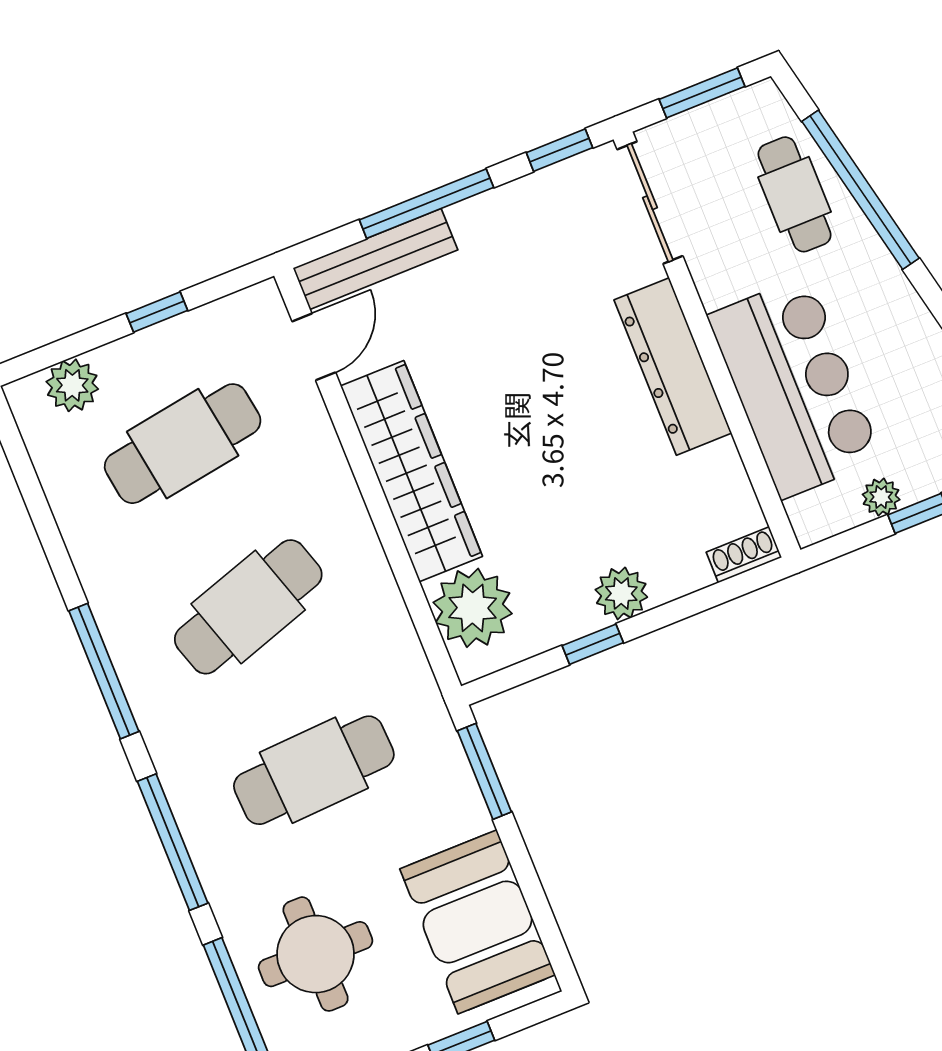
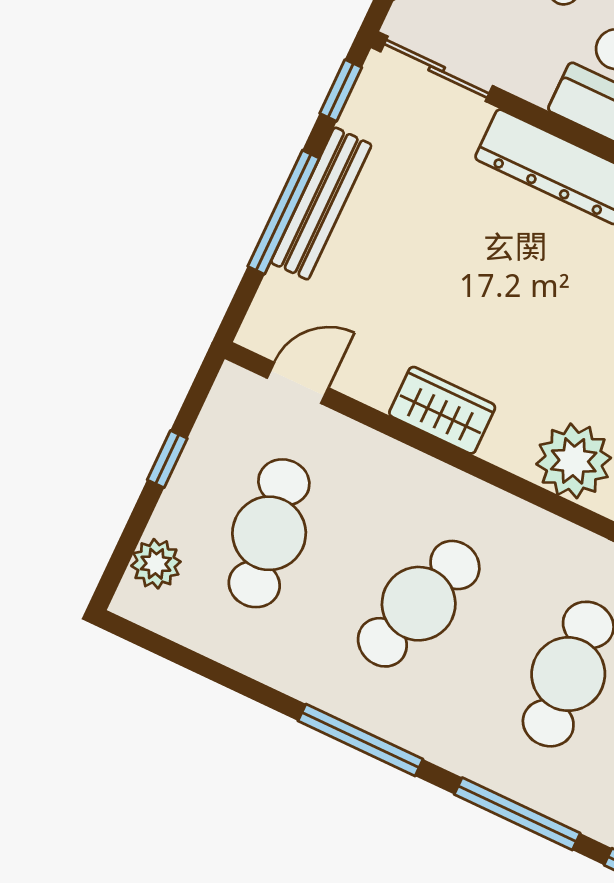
bench: (375, 259) -> (321, 204), moved
door: (314, 347) -> (298, 383), hinge flipped
wardrobe: (411, 471) -> (442, 410), width x0.48, depth x0.85
cafe table: (248, 607) -> (419, 604), turned 36

